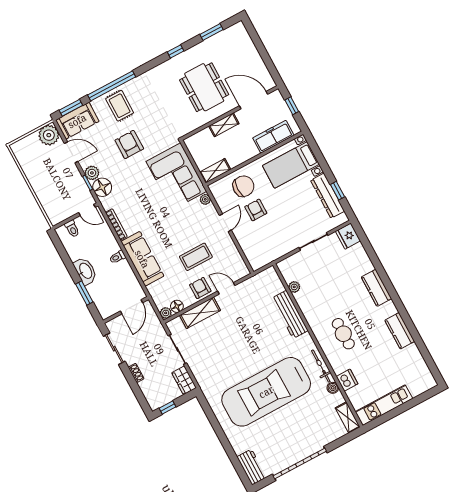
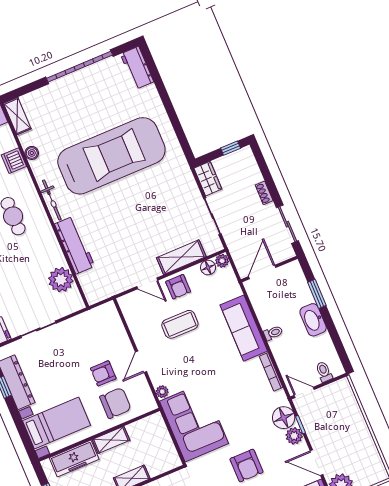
shelving: (215, 171) -> (111, 440), moved
chair: (243, 186) -> (115, 403), turned 180
armchair: (256, 210) -> (103, 373), turned 90
plant: (294, 287) -> (61, 280), width x1.88, depth x1.88
bicycle: (321, 366) -> (52, 200), moved

